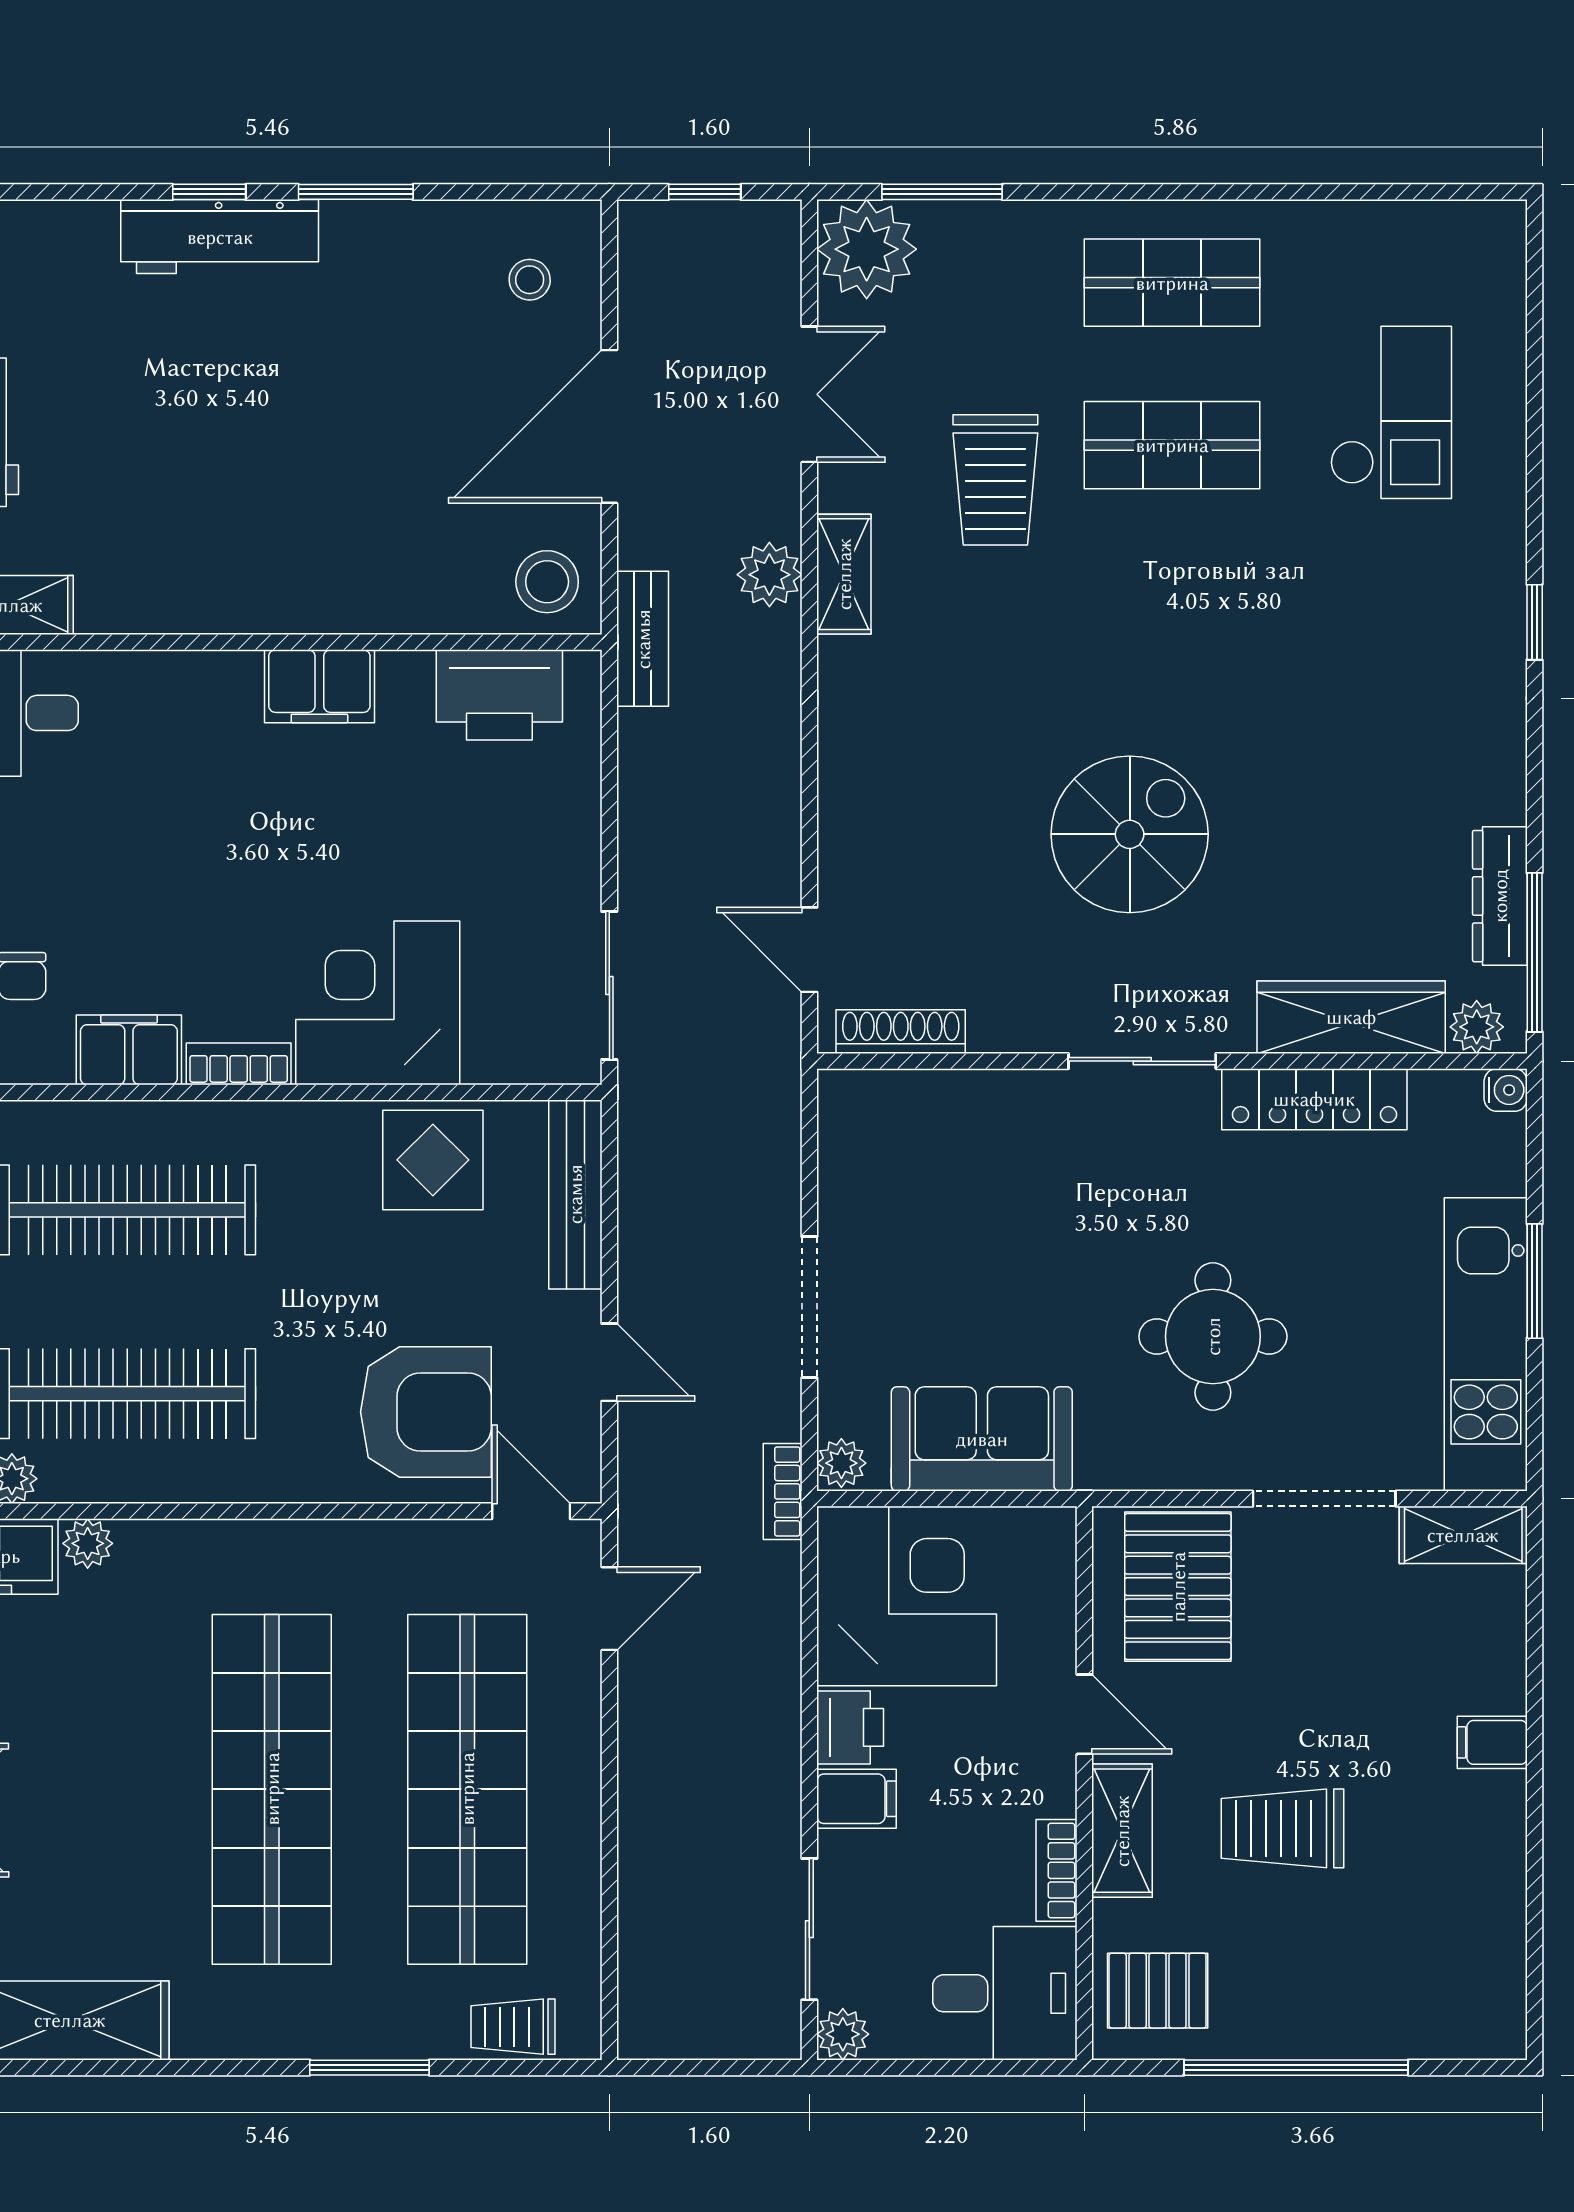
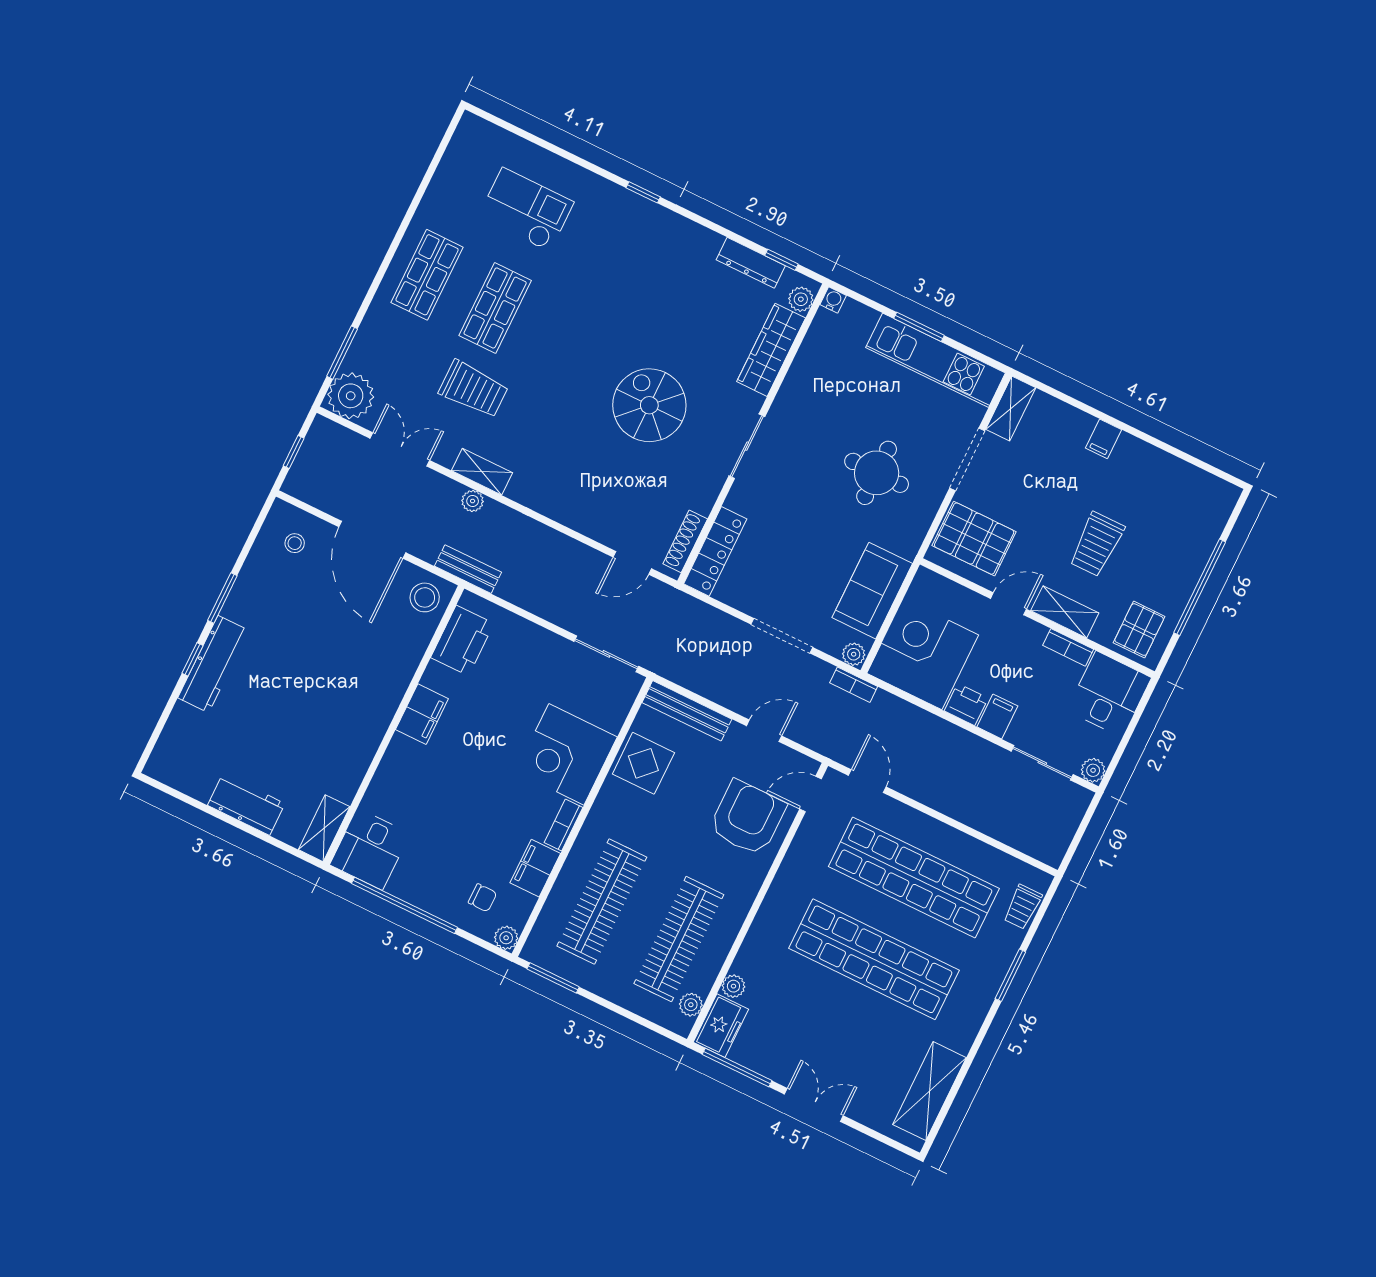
plant: (769, 575) -> (473, 501), width x0.73, depth x0.73
window: (1535, 952) -> (781, 260), width x0.46
locker: (1314, 1099) -> (715, 551), moved

